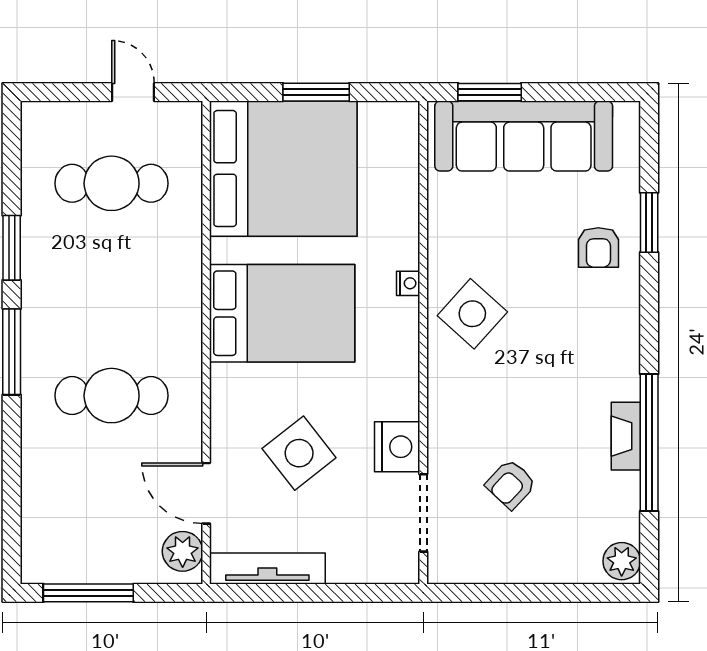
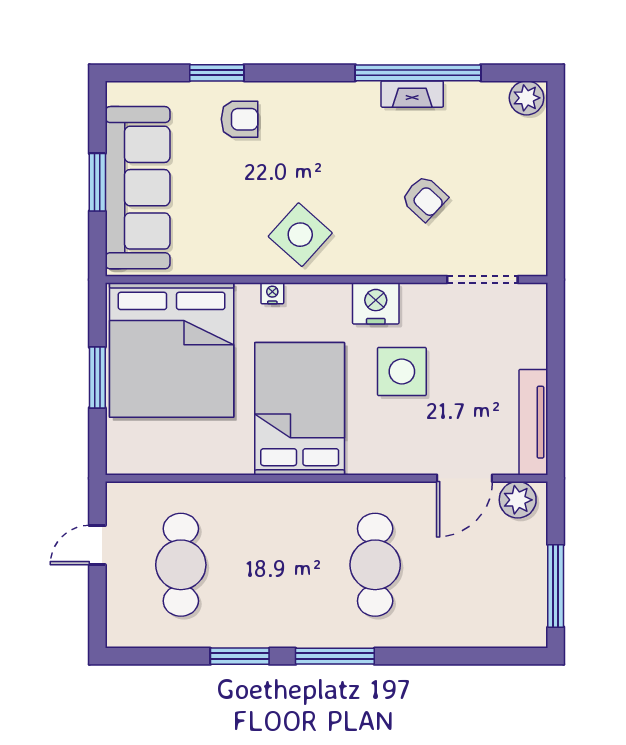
window: (490, 92) -> (97, 182), moved
bed: (283, 169) -> (172, 350), moved, turned 180
nightstand: (397, 447) -> (376, 303), moved
side table: (299, 453) -> (402, 371), moved, turned 38
armchair: (511, 484) -> (424, 198), moved

